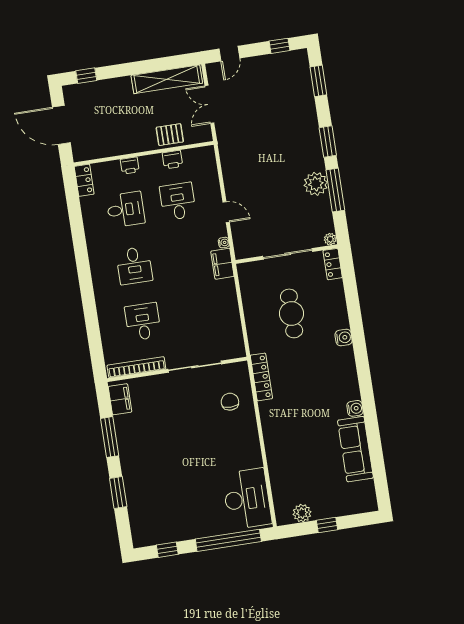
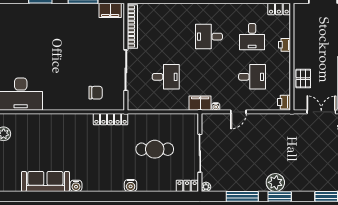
printer: (172, 160) -> (284, 102), moved
plant: (316, 184) -> (275, 182), moved
desk: (143, 322) -> (166, 77), moved

